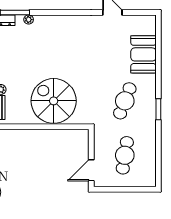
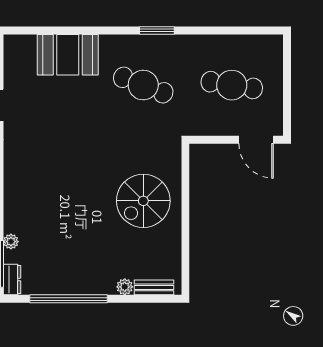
spiral stairs: (54, 101) -> (143, 201), width x0.73, depth x0.73

